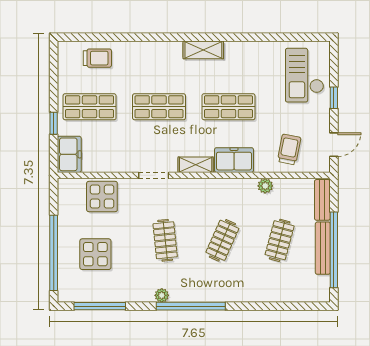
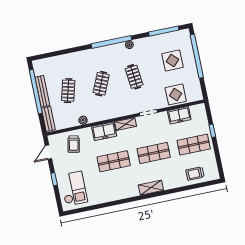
shelving: (203, 50) -> (151, 188), moved
freezer: (69, 154) -> (179, 115), moved, turned -90

